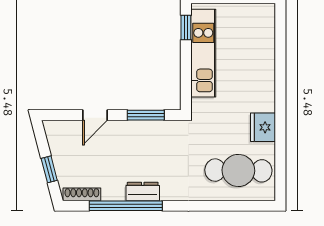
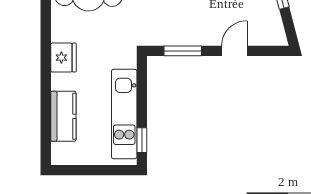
kitchen counter: (263, 51) -> (63, 116), added
fridge: (263, 127) -> (63, 58), moved

